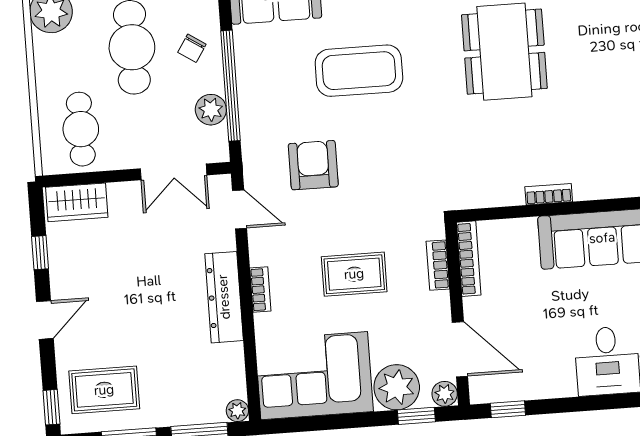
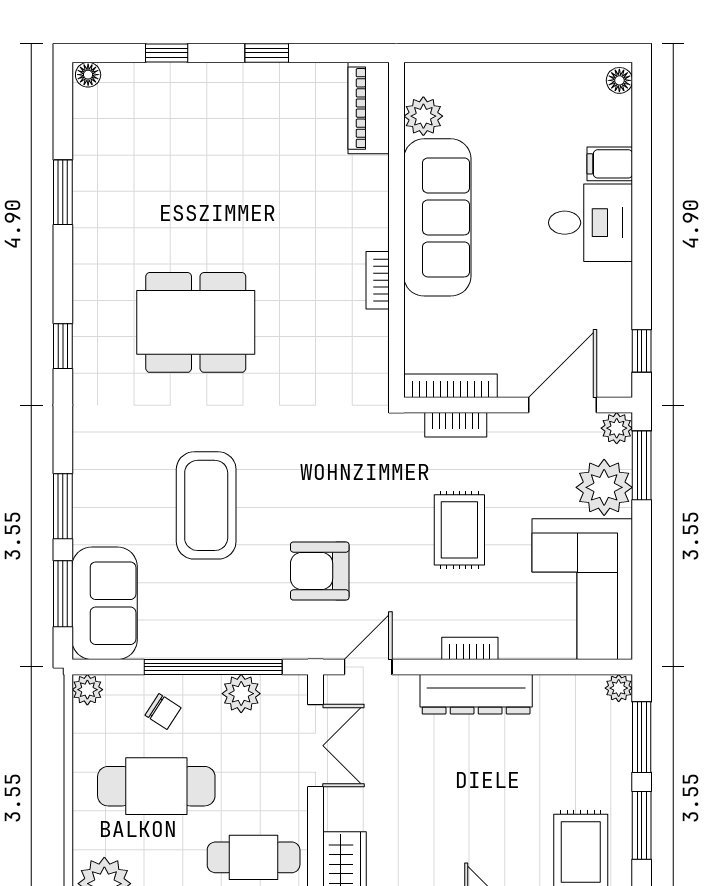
window: (416, 416) -> (642, 465), width x1.50

